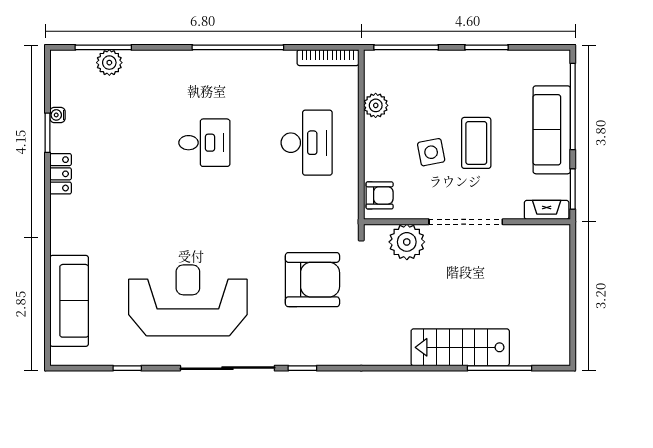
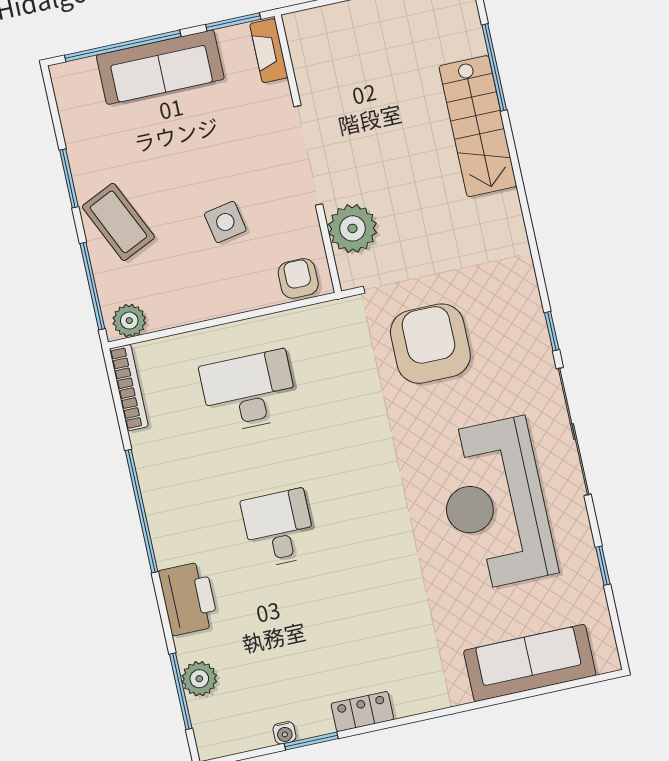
printer: (168, 67) -> (188, 598), added
plant: (376, 105) -> (129, 321), moved
coffee table: (476, 143) -> (118, 222), moved, turned 65

